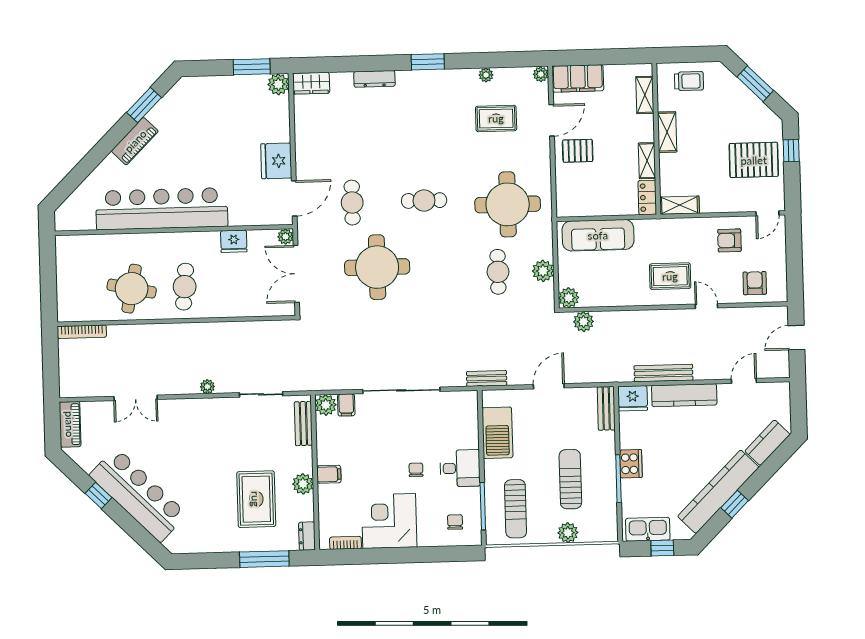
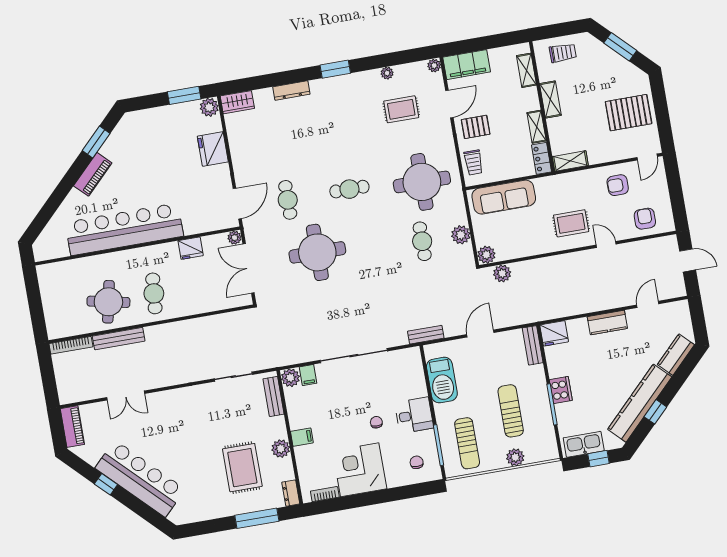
window: (791, 151) -> (660, 100), removed
fridge: (276, 161) -> (213, 149), moved
trolley: (569, 191) -> (473, 162), added
door: (796, 338) -> (688, 260), swing flipped
bench: (663, 373) -> (119, 339), moved
plant: (207, 387) -> (186, 377), removed
kitchen counter: (684, 395) -> (607, 323), width x0.67

